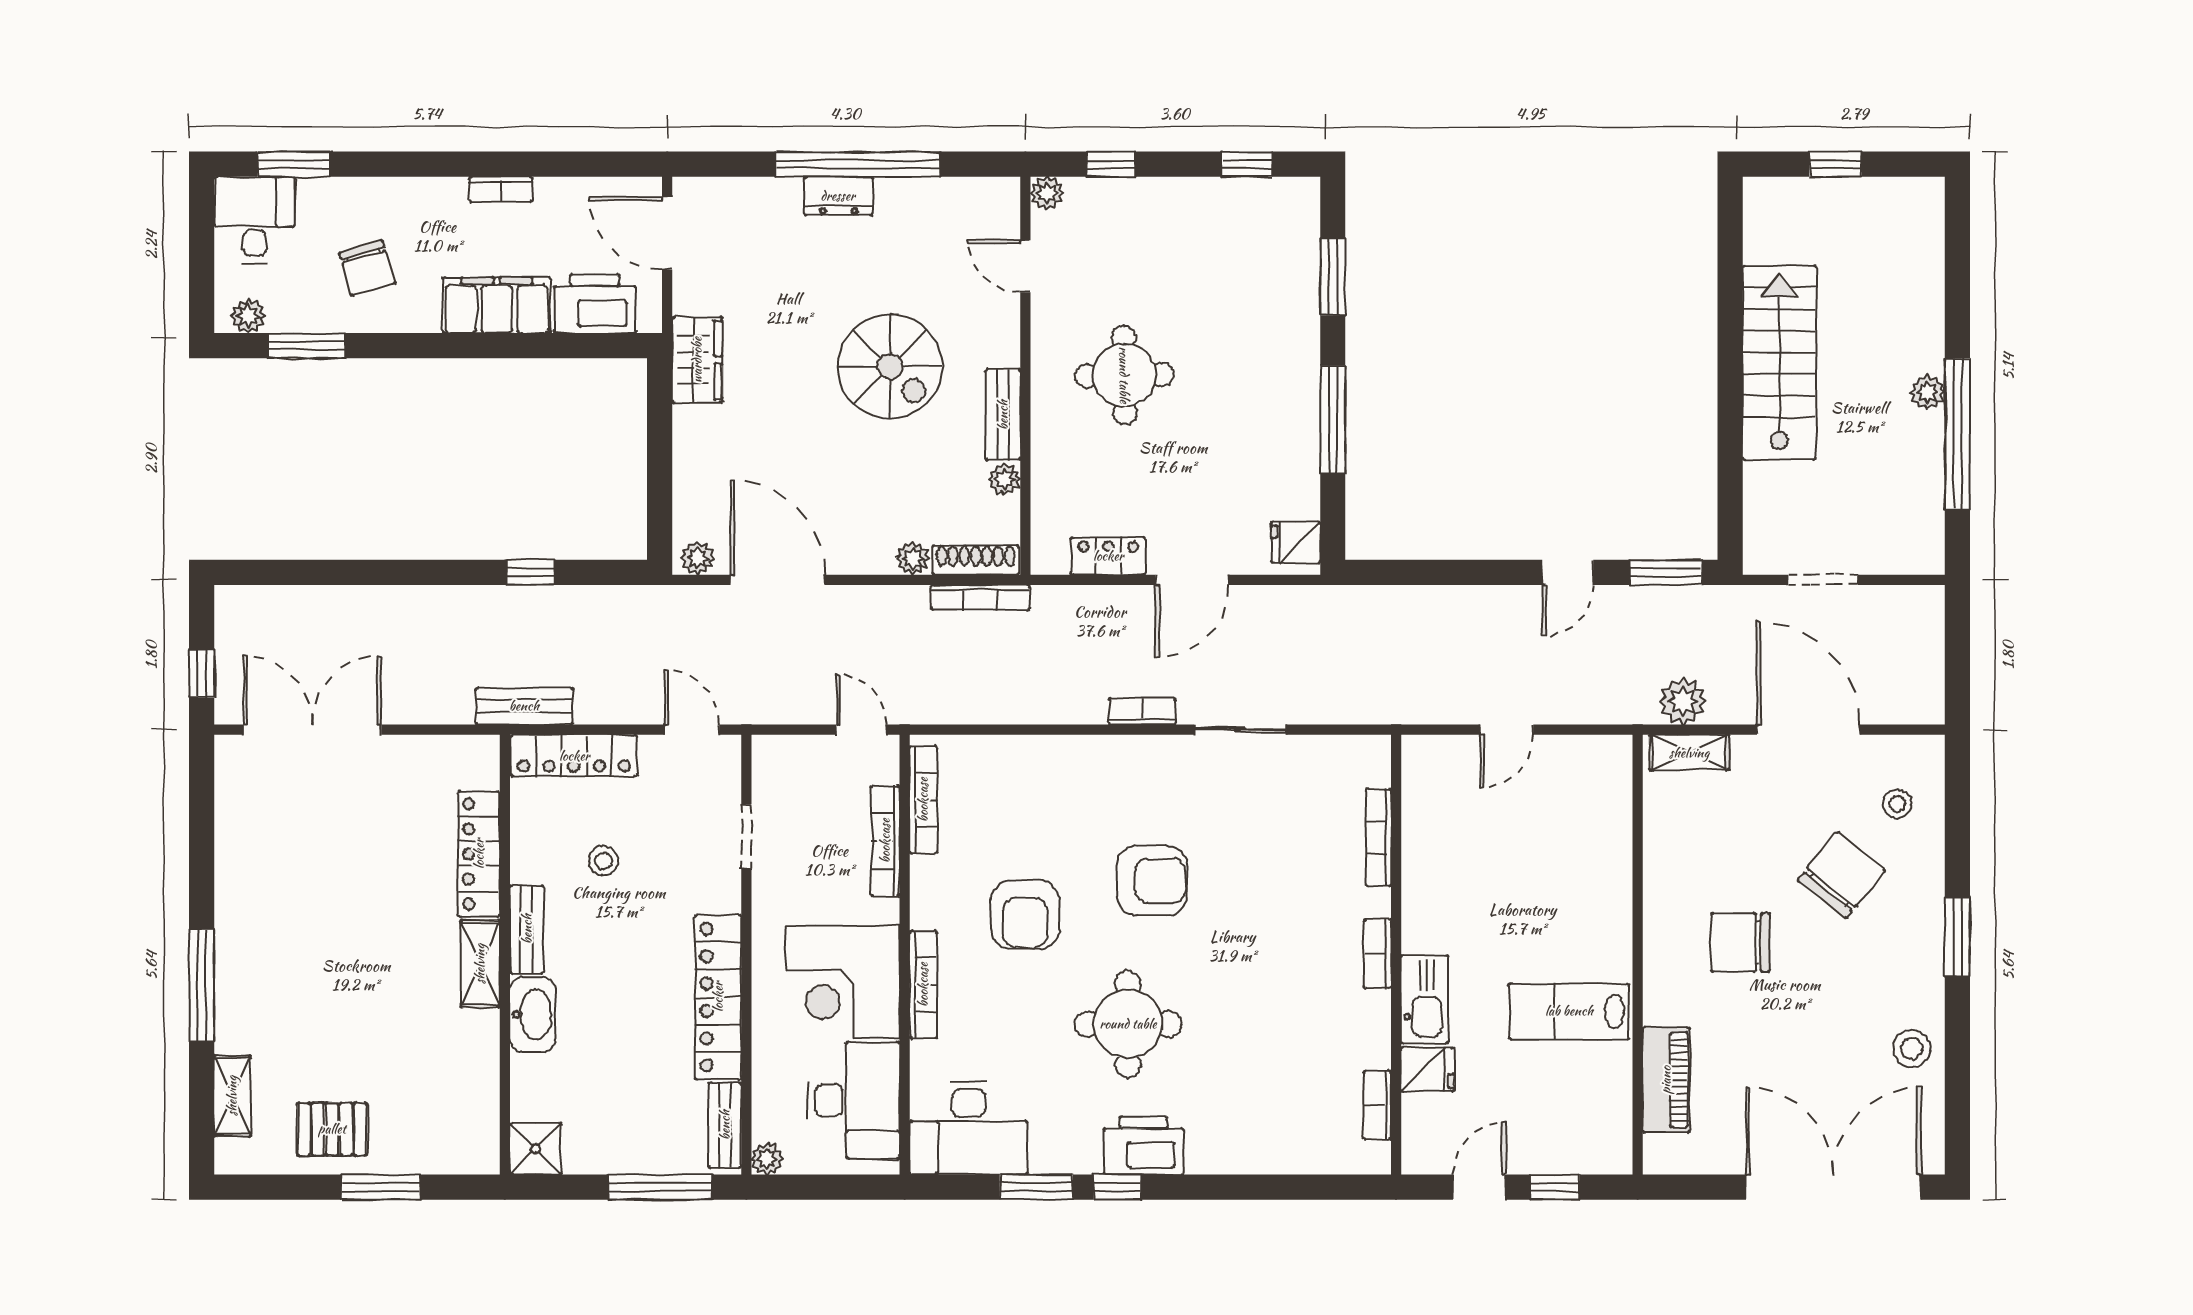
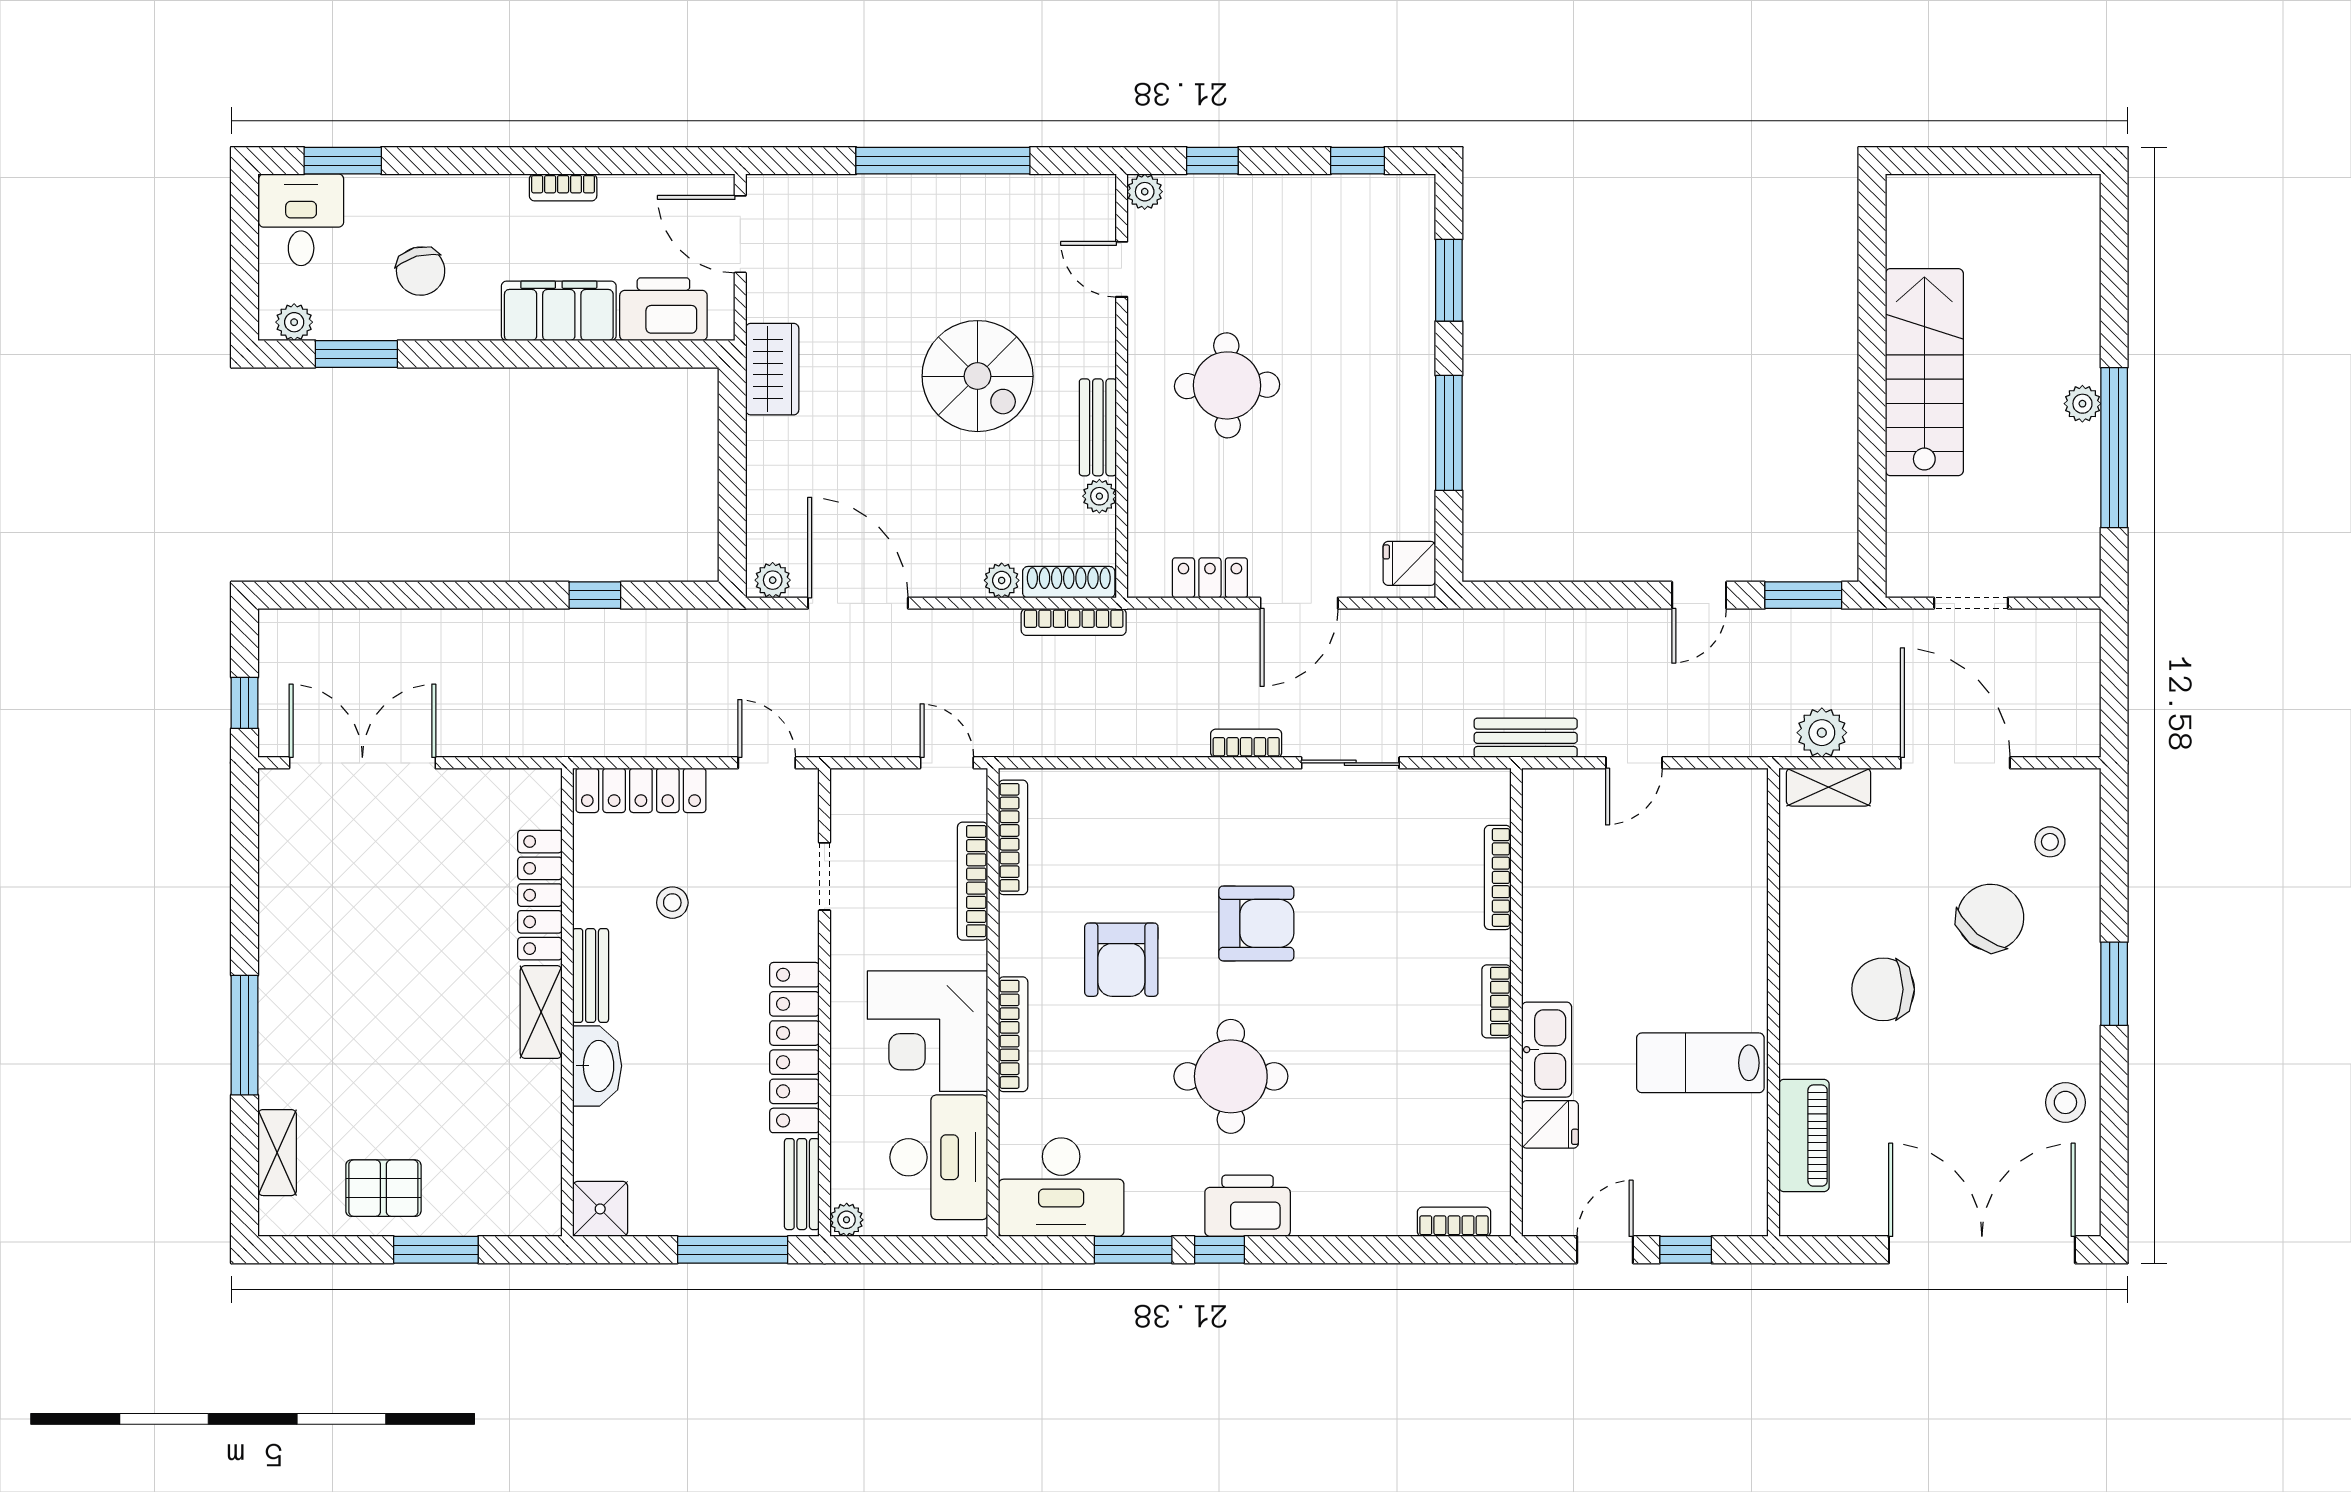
window: (1836, 164) -> (1984, 161), removed
dresser: (838, 196) -> (923, 194), removed
bench: (524, 706) -> (1526, 738), moved
bookcase: (1377, 1105) -> (1454, 1222), moved, turned 90

